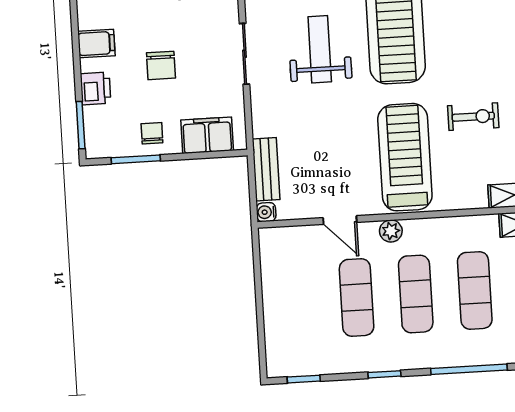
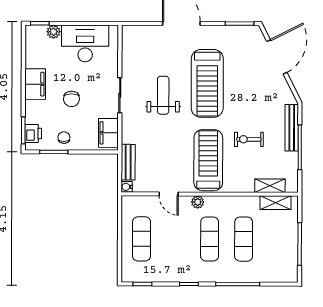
filing cabinet: (96, 44) -> (35, 84), width x2.00
printer: (96, 88) -> (33, 133), moved
exercise bike: (473, 117) -> (249, 139), turned 180
filing cabinet: (207, 135) -> (108, 133), moved, turned -90
exercise mat: (357, 297) -> (142, 239), moved

